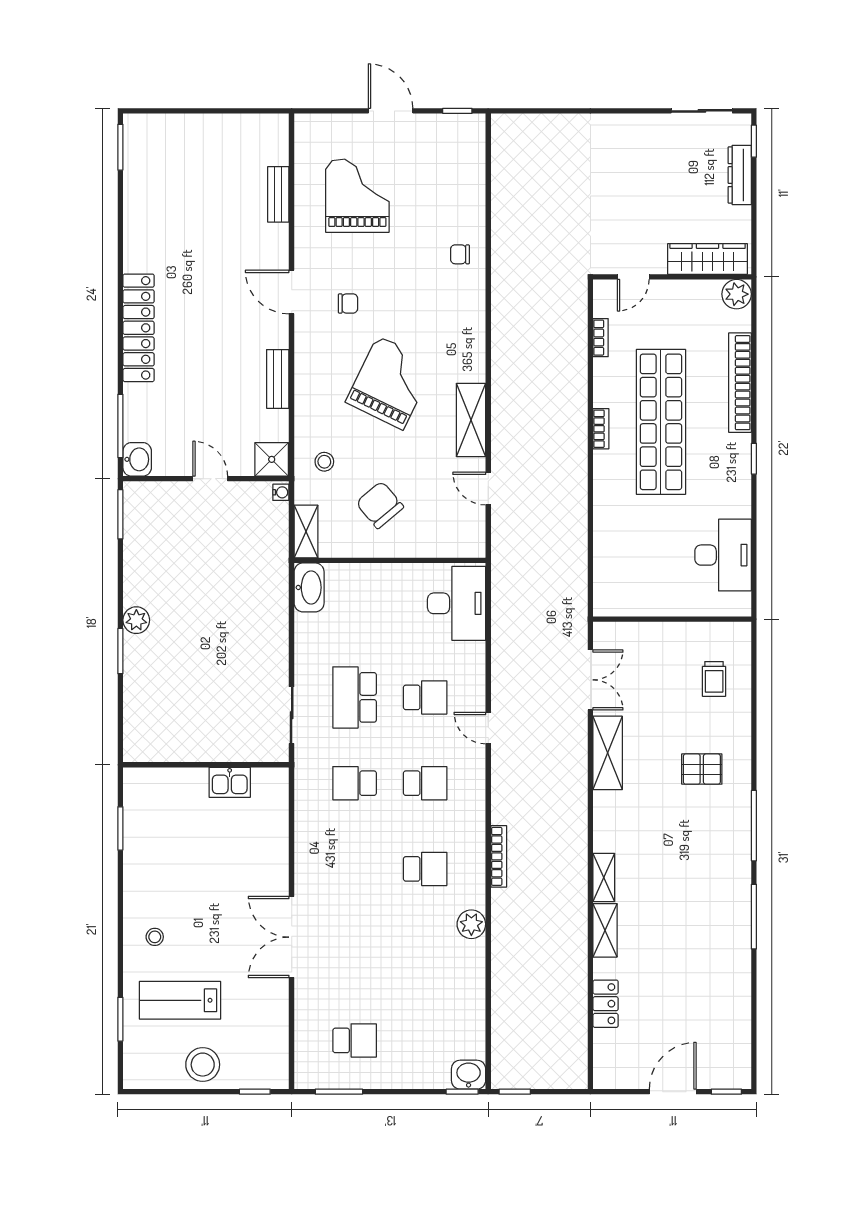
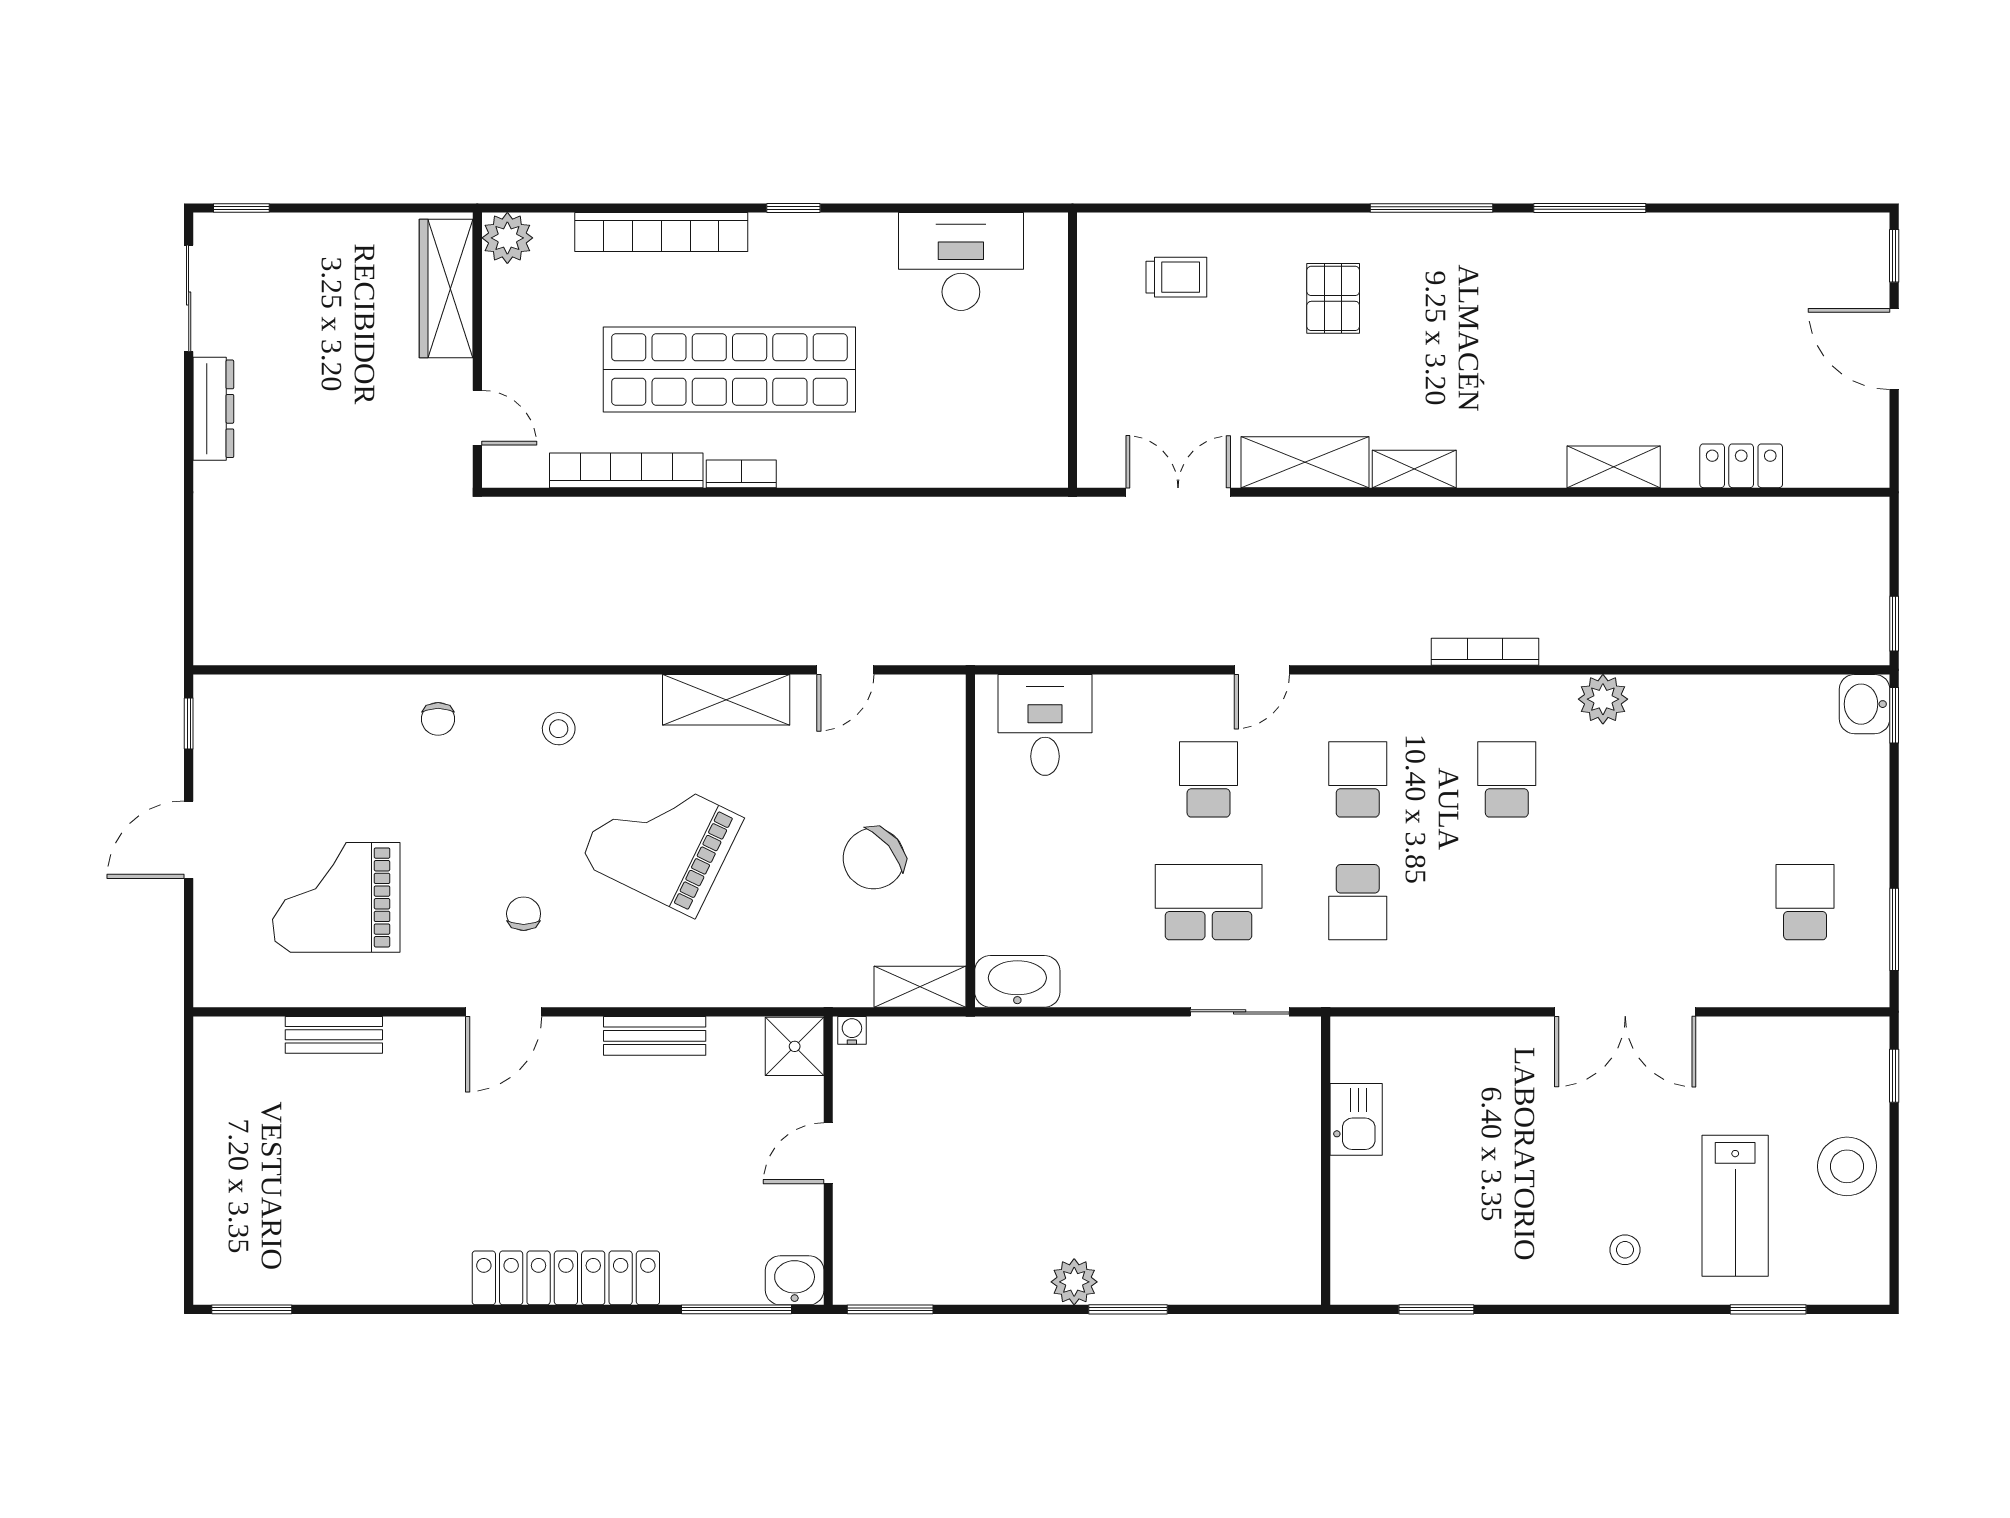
dresser: (740, 175) -> (213, 409), moved, turned -90
bookcase: (601, 338) -> (626, 470), width x2.31, depth x1.31
stool: (324, 462) -> (559, 729), moved
desk: (457, 603) -> (1045, 725), width x0.73
school desk: (355, 697) -> (1209, 902), turned 180
shelving: (604, 877) -> (1414, 469), moved

